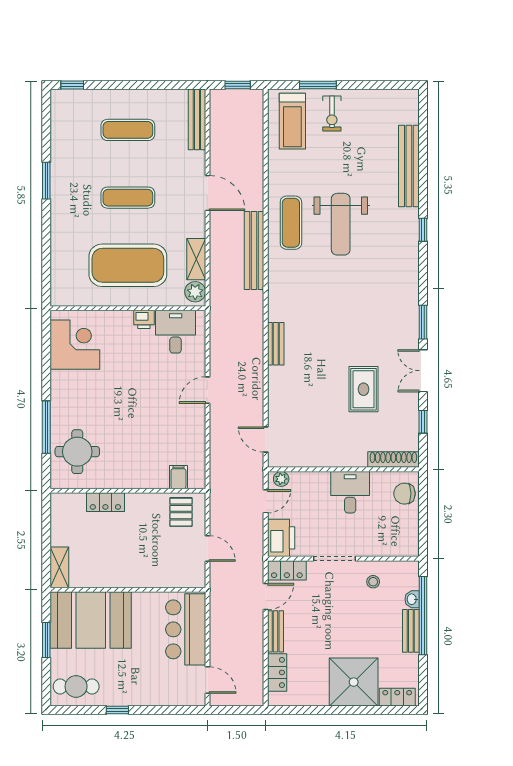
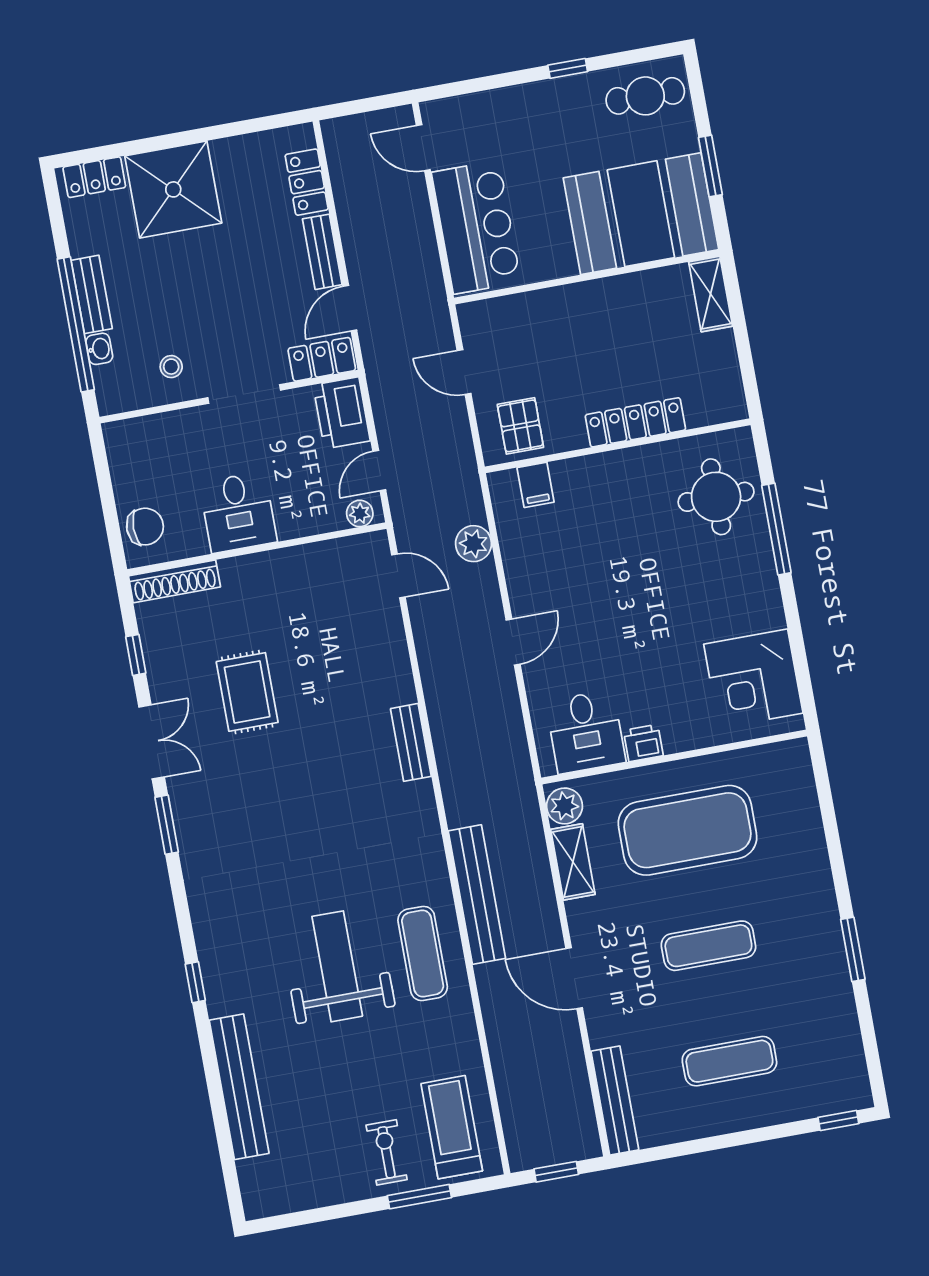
plant: (220, 450) -> (473, 544), added
locker: (105, 502) -> (635, 422), width x1.53

